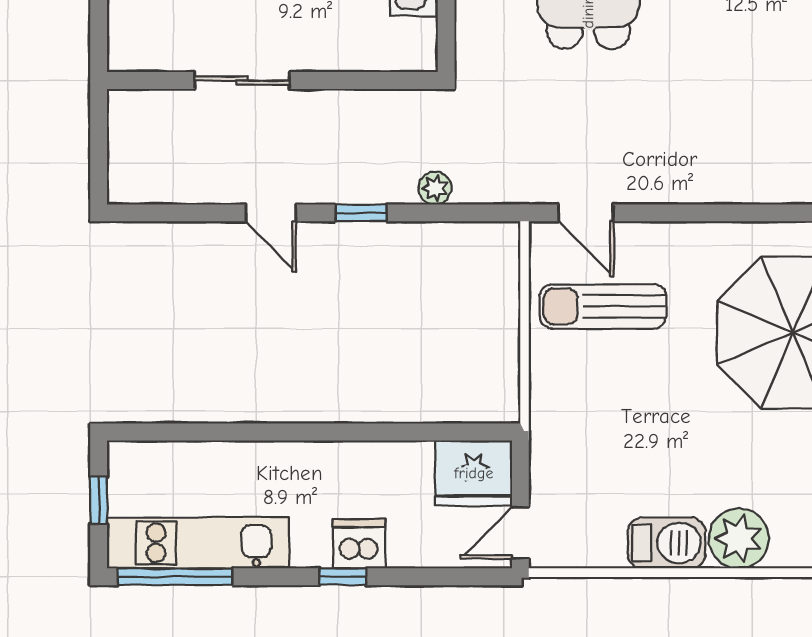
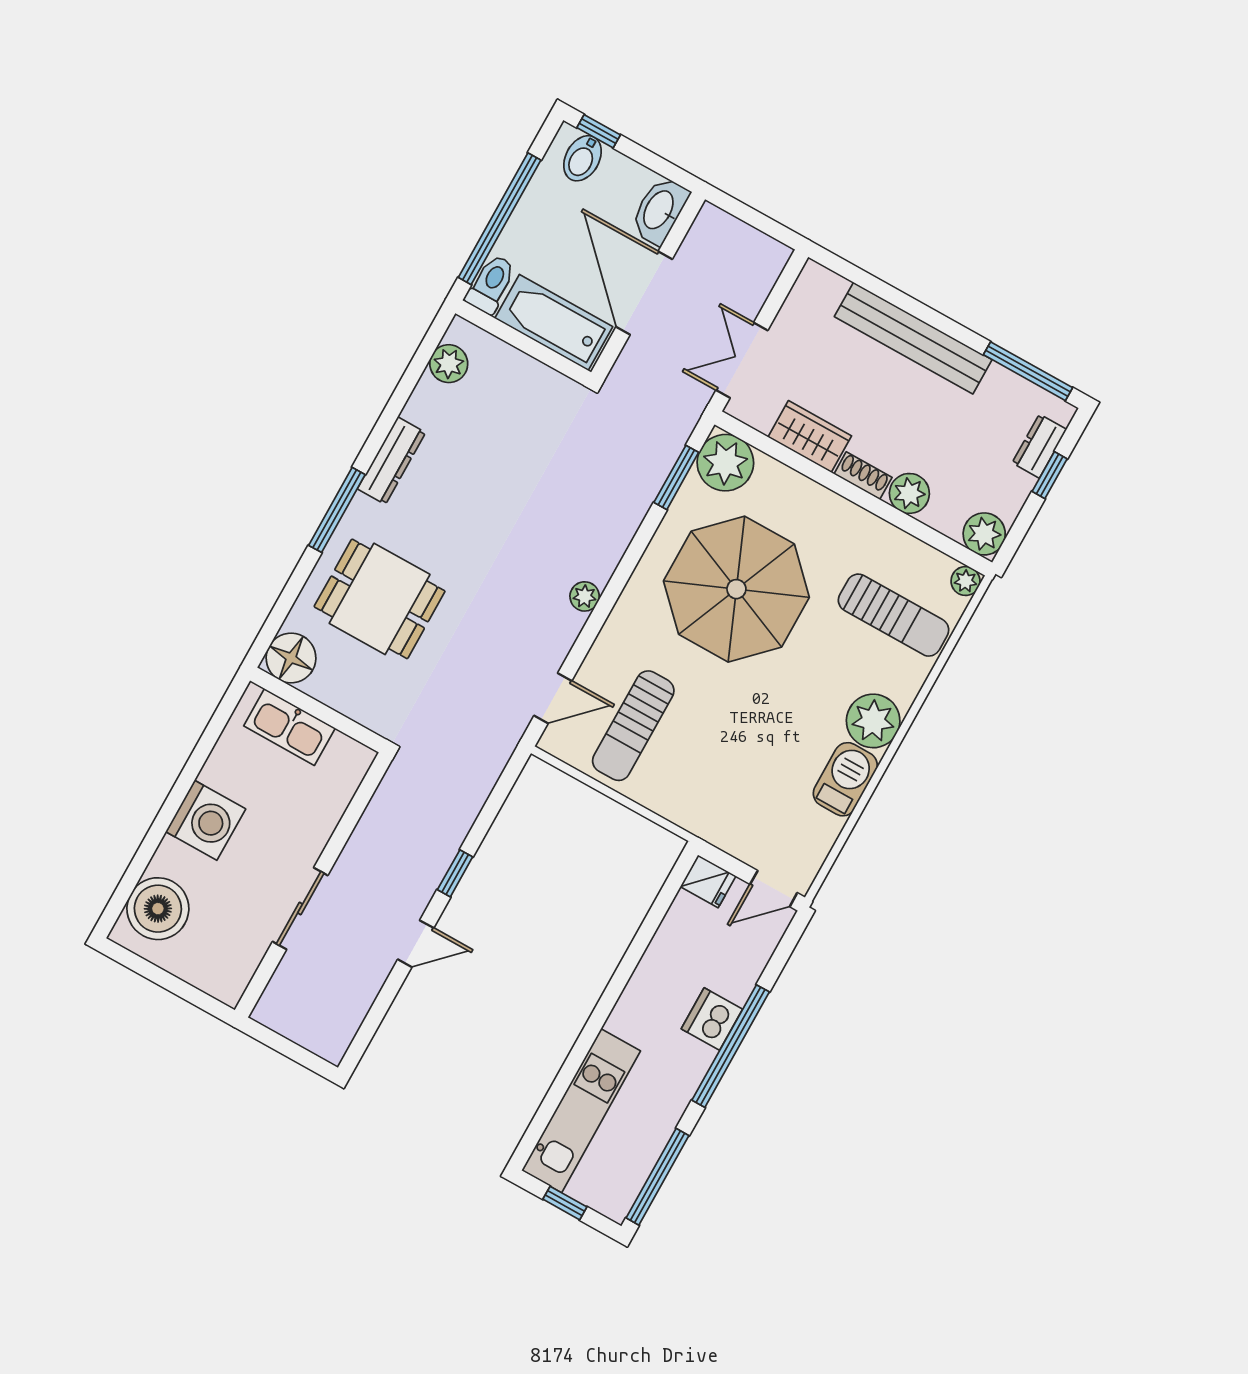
plant: (435, 188) -> (585, 596), moved
fridge: (474, 473) -> (708, 881), width x0.53, depth x0.75
door: (520, 533) -> (774, 889), hinge flipped
kitchen unit: (198, 543) -> (581, 1111), moved, turned 180
window: (343, 577) -> (731, 1046), width x3.17

